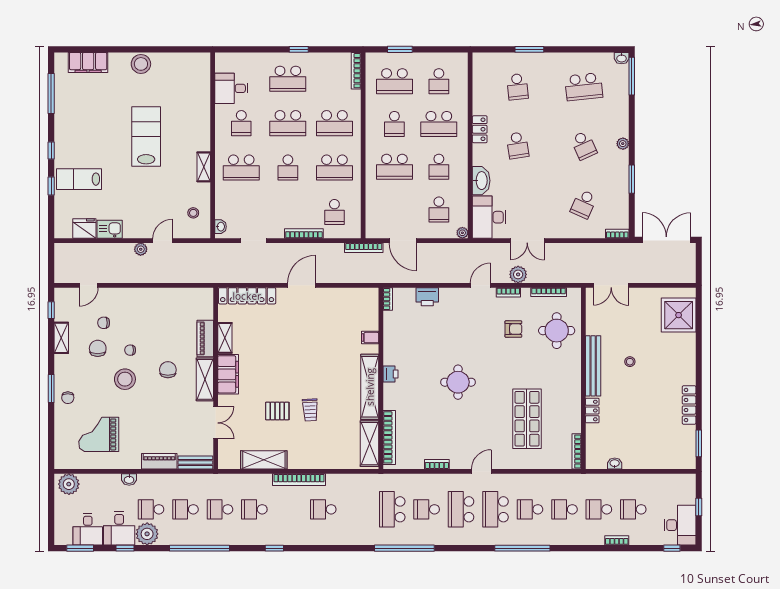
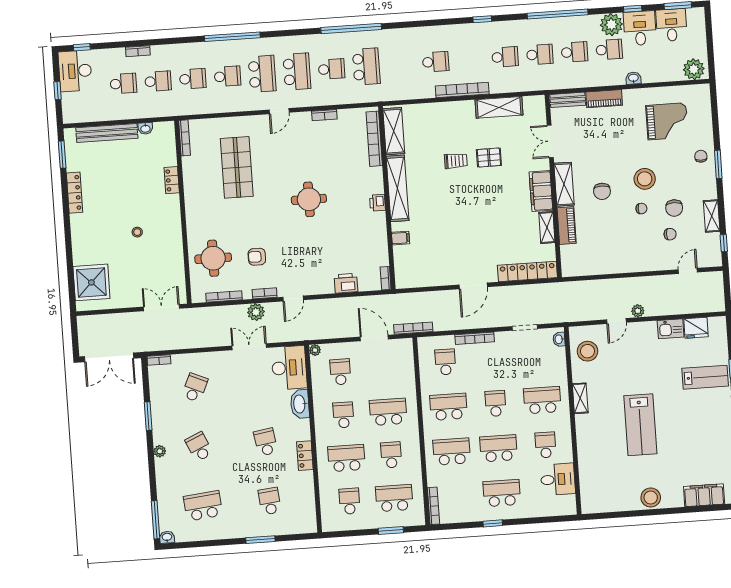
stool: (193, 213) -> (588, 351), width x1.89, depth x1.89
bench: (593, 366) -> (107, 133), moved, turned 90
trolley: (310, 410) -> (456, 161), turned 93

